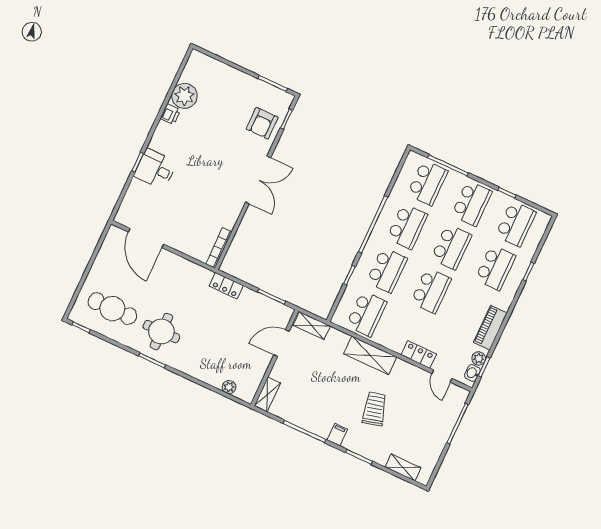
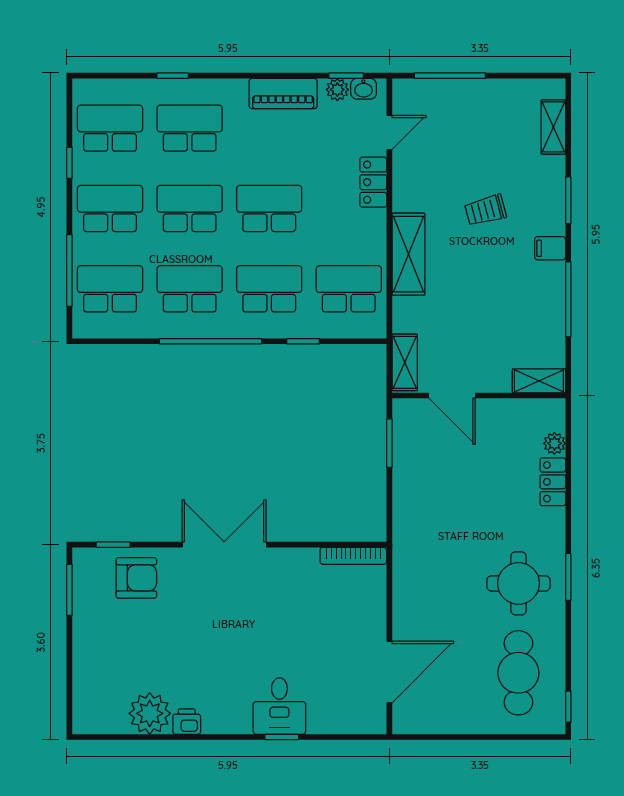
locker: (226, 286) -> (553, 482), moved, turned 180
trolley: (375, 409) -> (486, 210), width x0.73, depth x0.72

